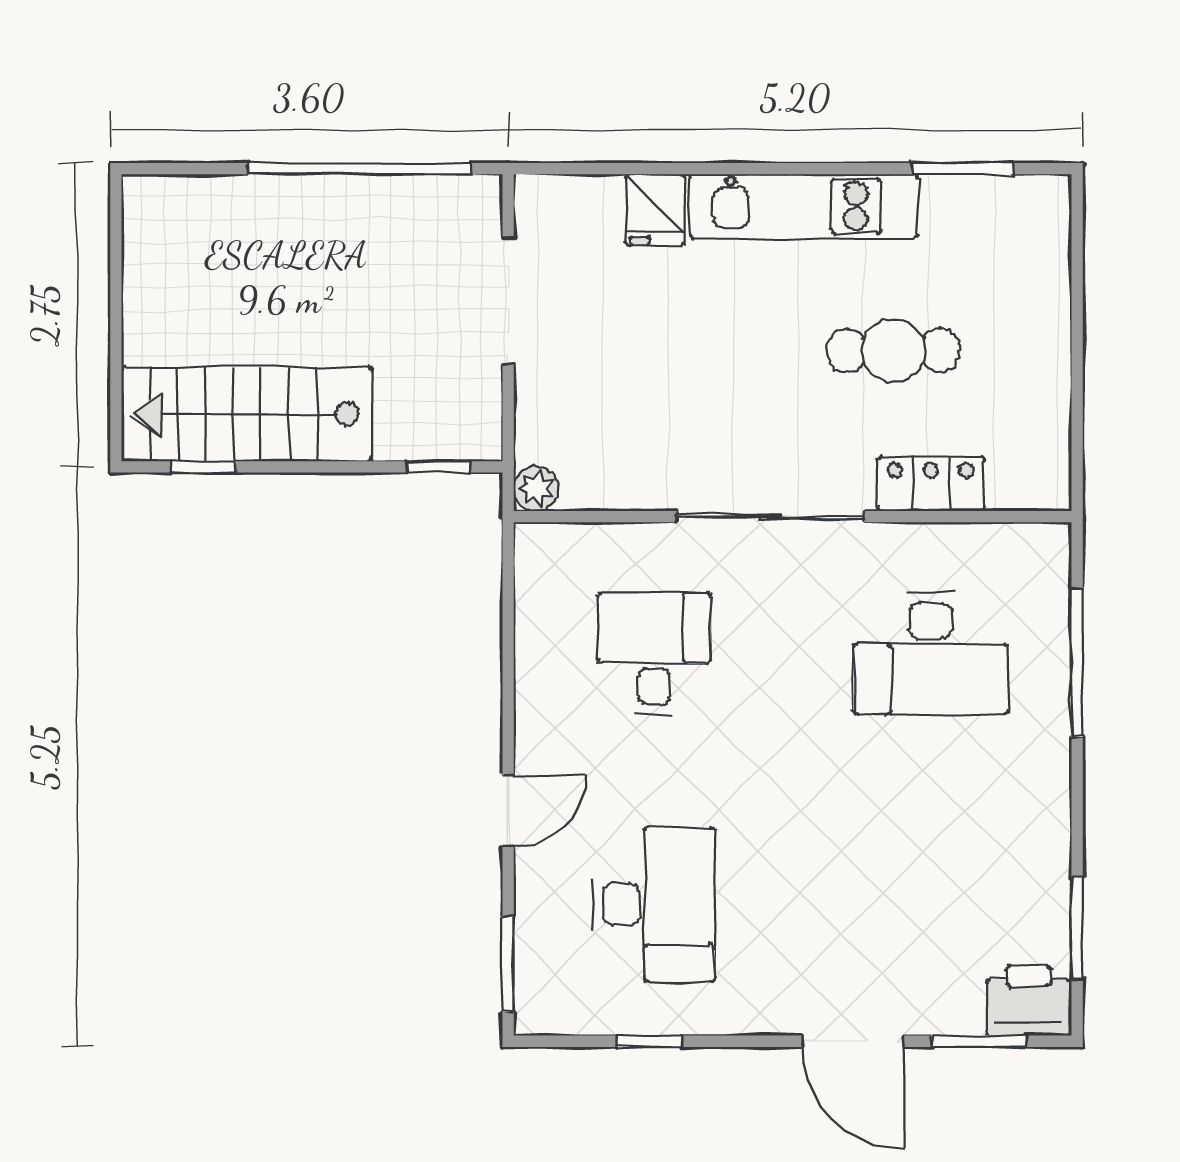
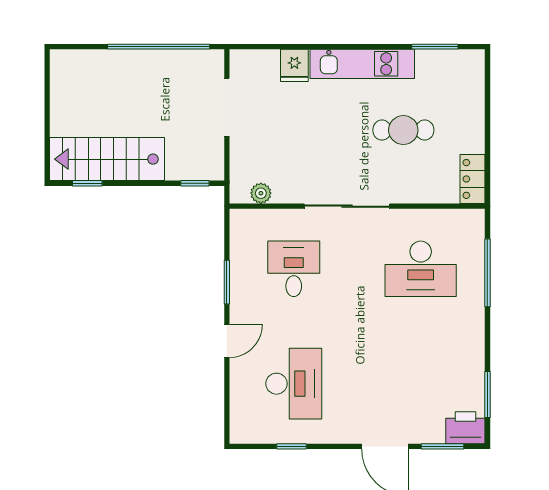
locker: (931, 484) -> (473, 179), moved, turned -90
plant: (536, 489) -> (261, 193), moved
window: (508, 964) -> (227, 282), moved

